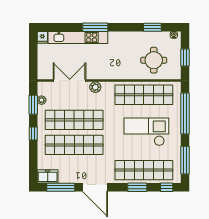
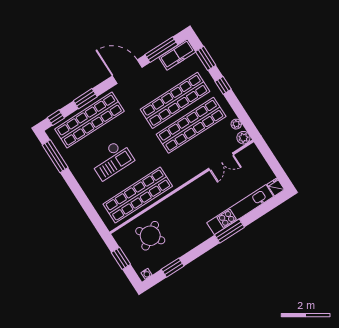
round table: (154, 60) -> (150, 236), turned -34
double door: (70, 80) -> (221, 162), width x0.73
plant: (95, 87) -> (243, 138), moved
window: (33, 105) -> (206, 58), moved
window: (185, 113) -> (85, 203), removed
checkout: (146, 132) -> (112, 160), width x0.73, depth x0.83
freezer: (48, 176) -> (177, 55), width x1.40

